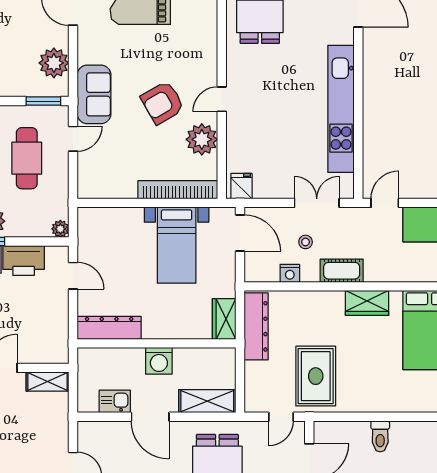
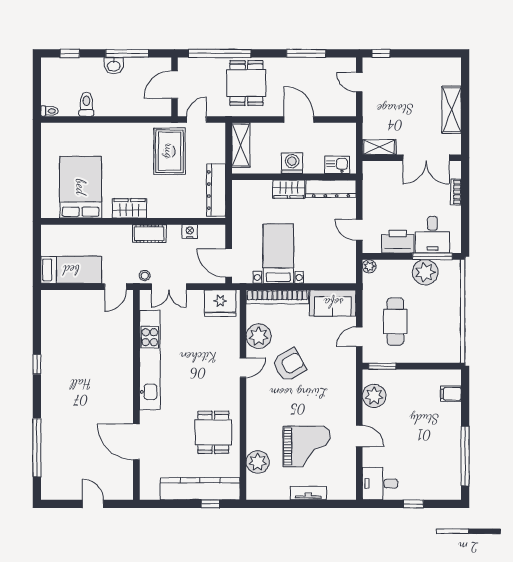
sofa: (94, 94) -> (333, 303), moved, turned -90
fridge: (241, 186) -> (220, 303), width x1.88, depth x1.34
stool: (306, 242) -> (145, 276), moved
wardrobe: (224, 319) -> (289, 189), moved, turned 90
kitchen sink: (115, 401) -> (337, 165), moved, turned 180
shelving: (207, 401) -> (241, 145), moved, turned 90
toilet: (380, 436) -> (86, 104), moved

